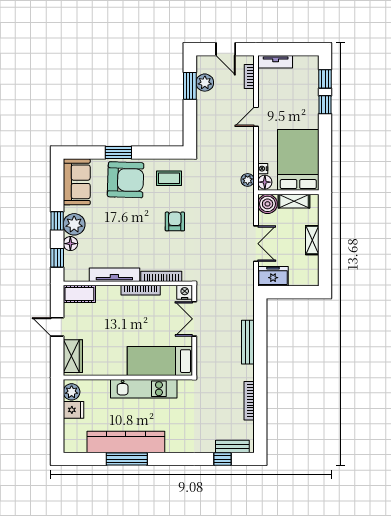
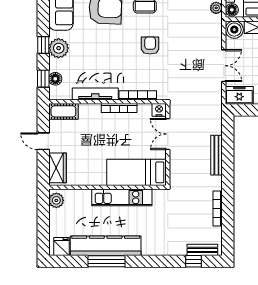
floor lamp: (70, 244) -> (55, 79), moved
fridge: (73, 410) -> (62, 247), moved, turned -90

